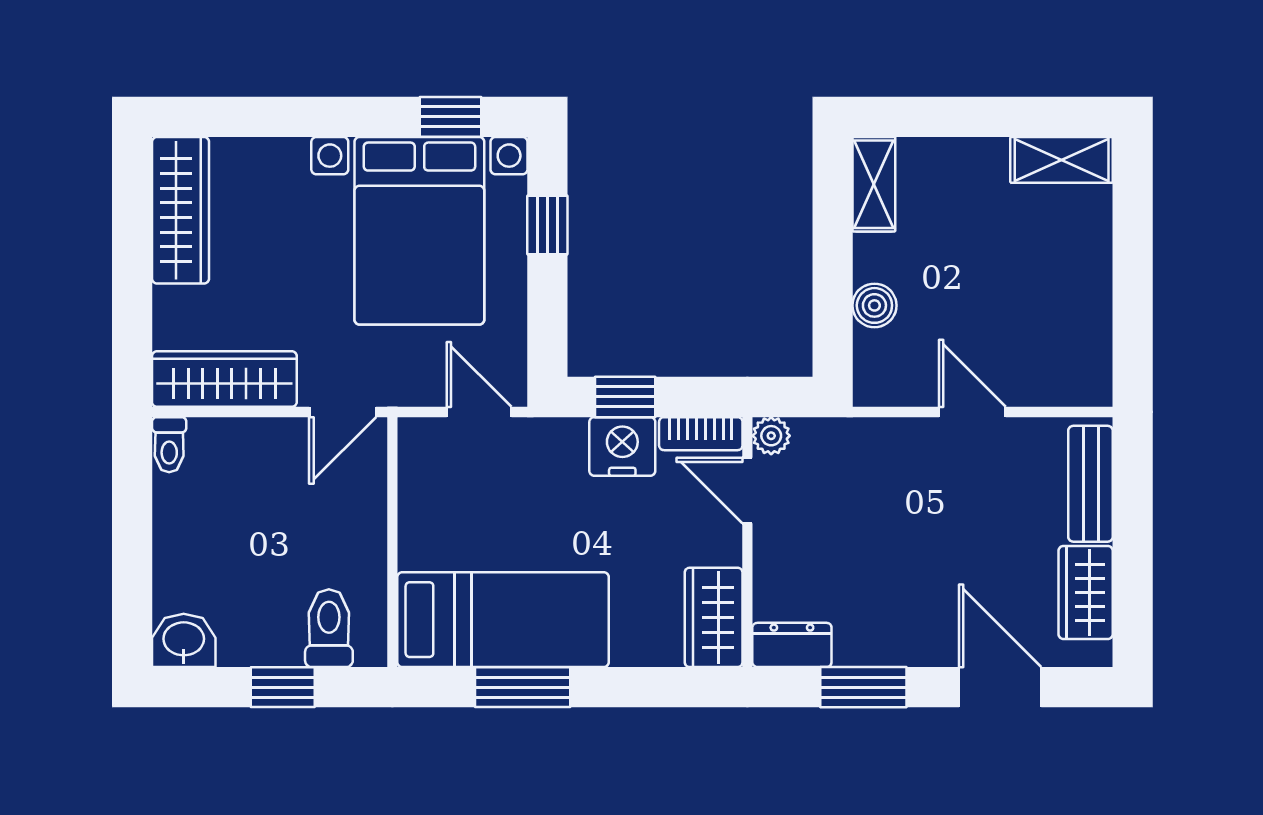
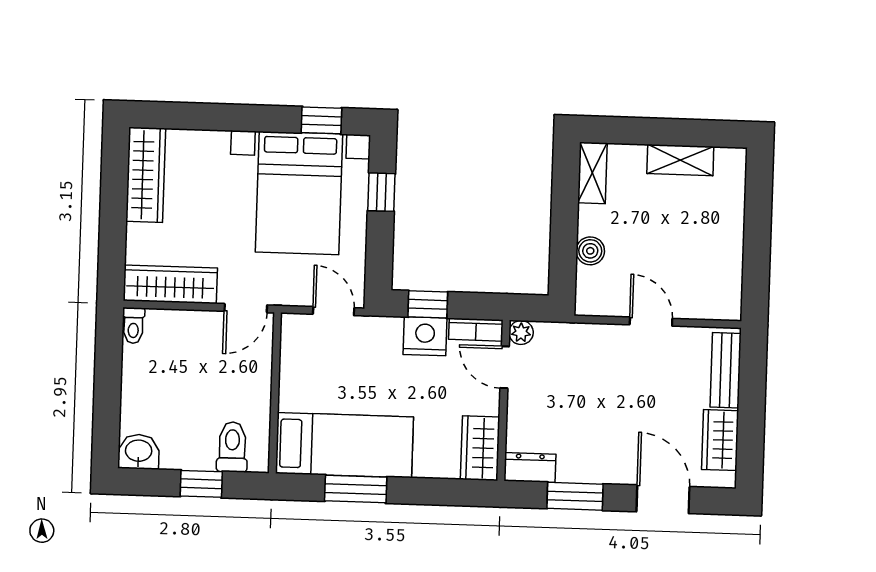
shelving: (1062, 160) -> (680, 160), moved

